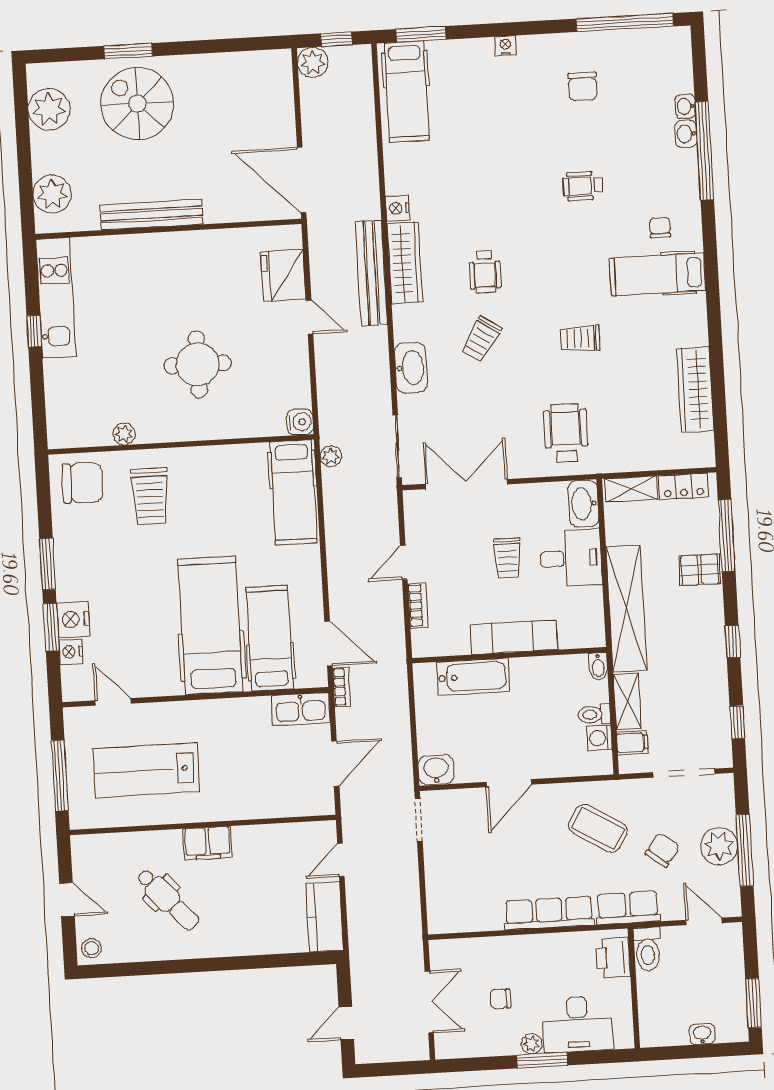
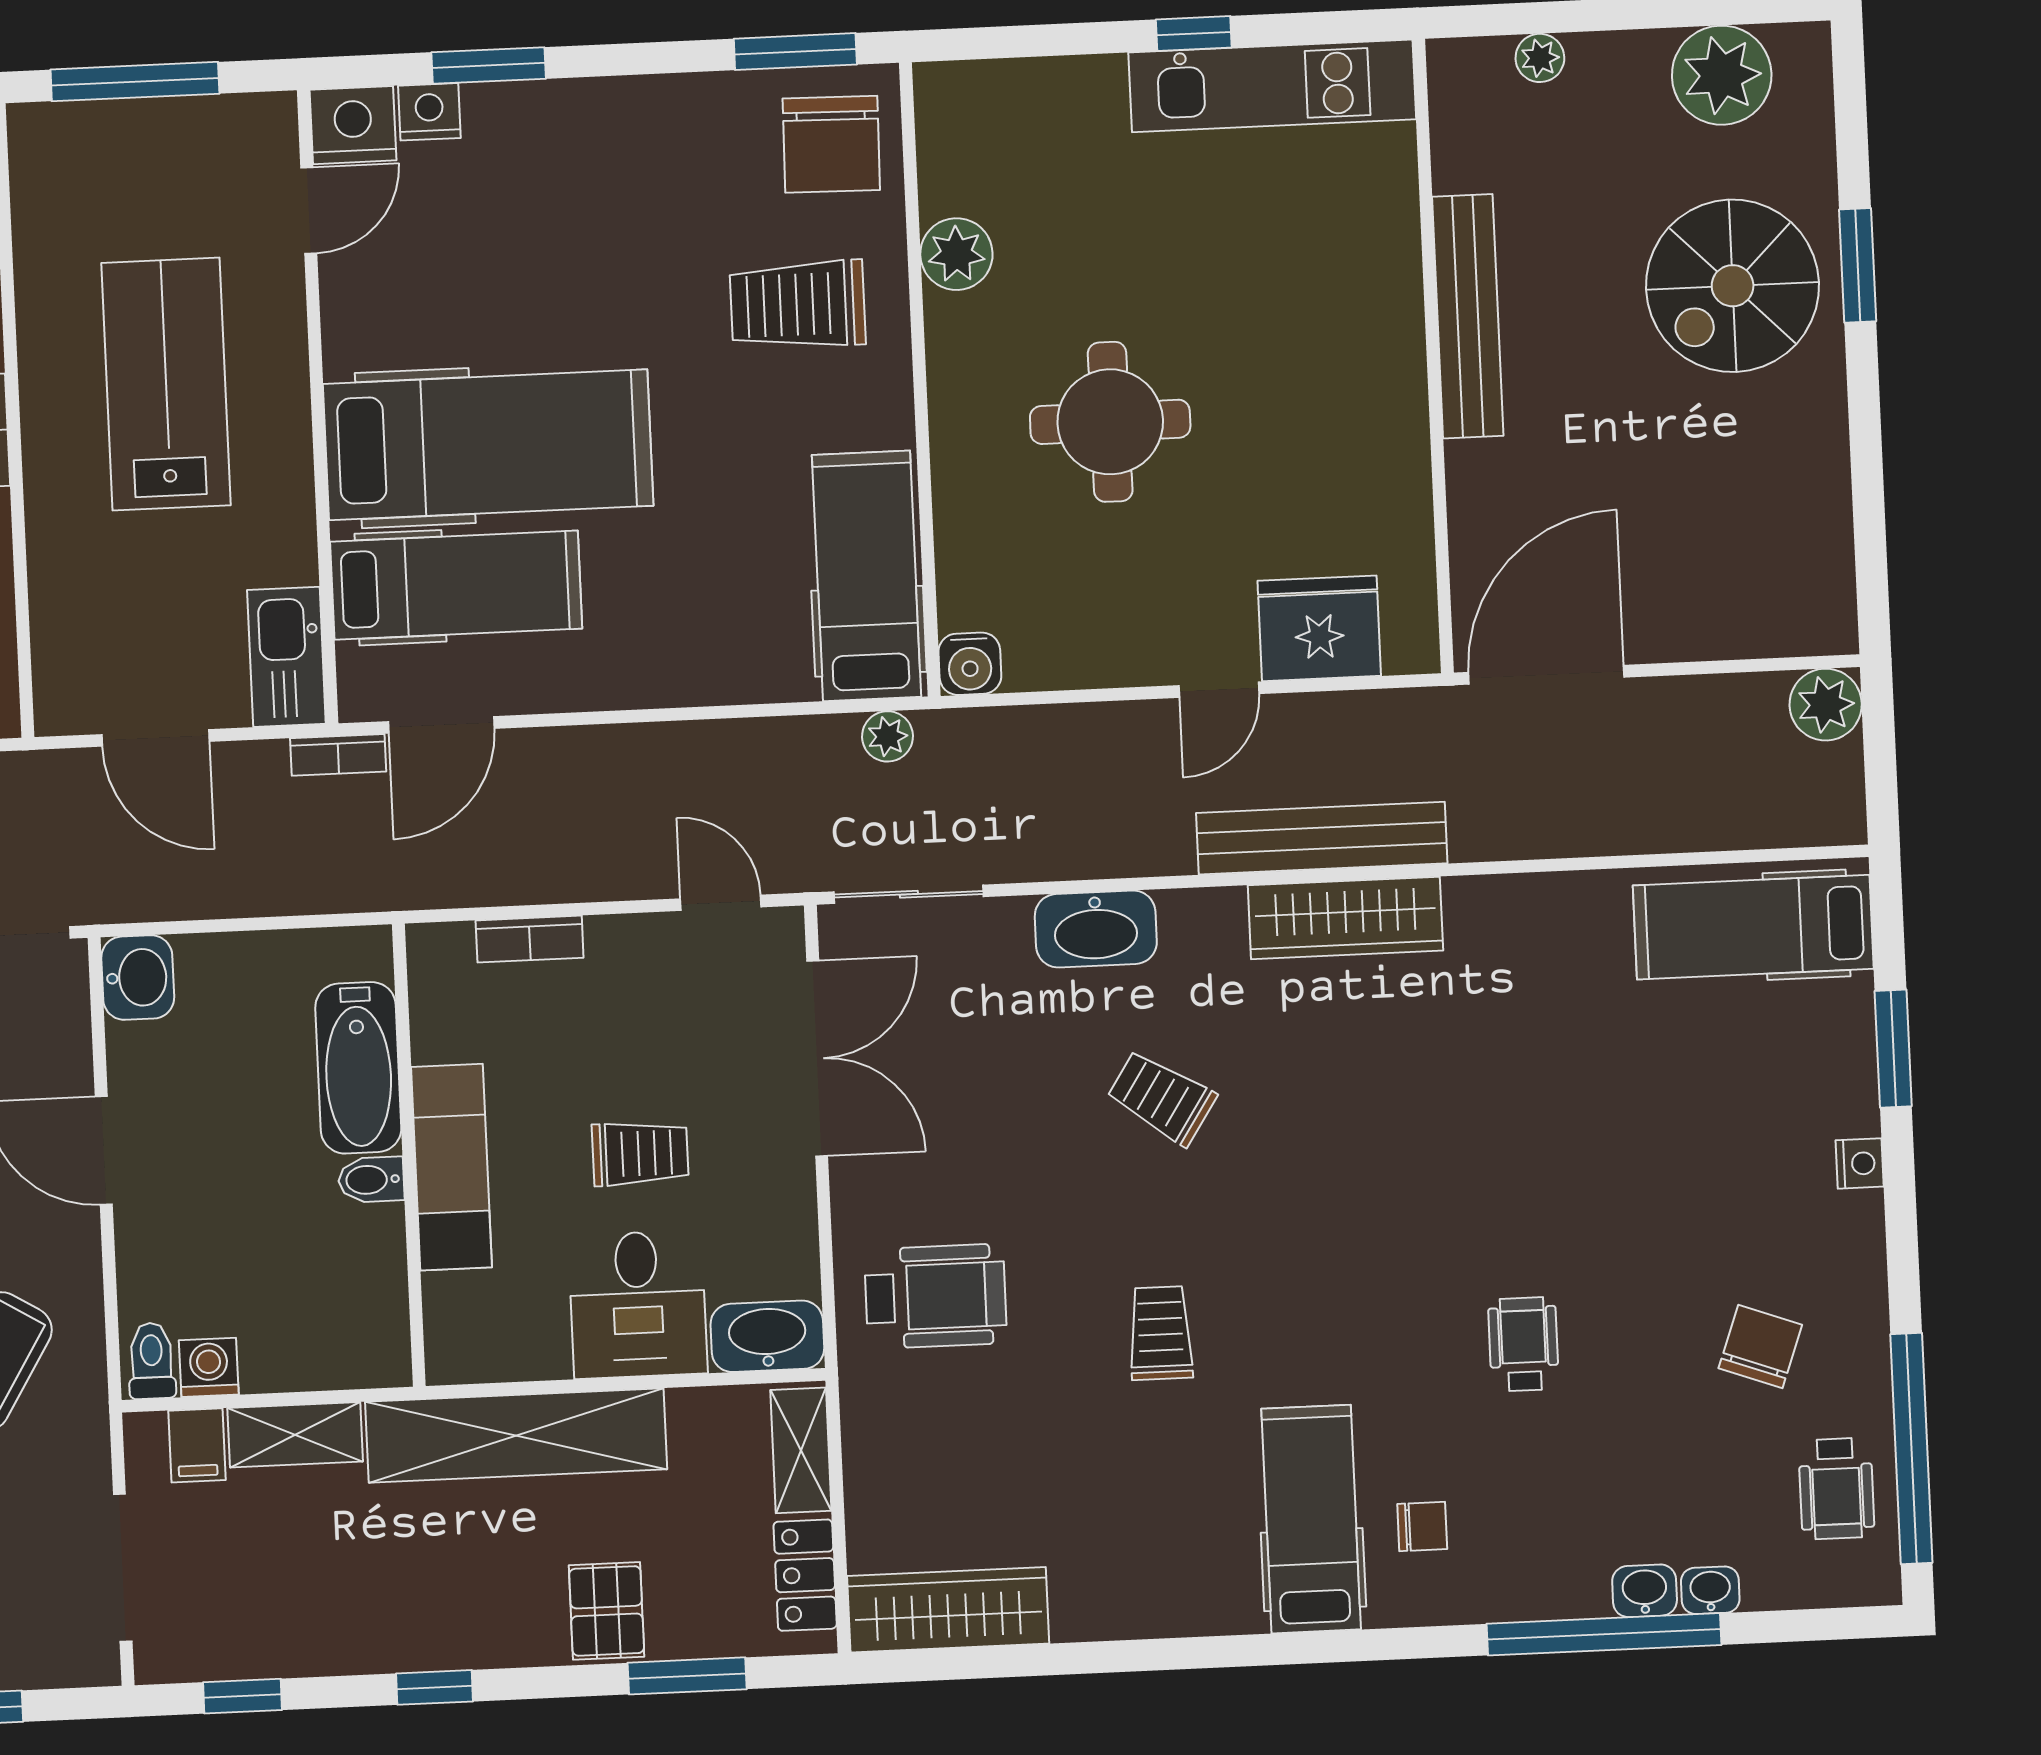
window: (421, 34) -> (1893, 1049), moved
window: (337, 39) -> (1880, 762), removed
chair: (583, 86) -> (1760, 1347), turned 110
spiral stairs: (137, 104) -> (1733, 286), turned 180
plant: (52, 194) -> (1540, 58), width x0.53, depth x0.53
nightstand: (398, 208) -> (1476, 902), removed
wheelchair: (485, 272) -> (1836, 1489), moved, turned -90
wardrobe: (695, 389) -> (948, 1610), moved
plant: (124, 434) -> (956, 254), width x1.38, depth x1.38
hospital bed: (294, 493) -> (867, 576), moved, turned 90
window: (727, 536) -> (687, 1676), width x0.69
trolley: (507, 558) -> (640, 1153), turned 180
door: (404, 562) -> (721, 903), moved
window: (48, 564) -> (795, 52), moved
nightstand: (73, 619) -> (353, 125), moved
bidet: (598, 666) -> (371, 1180), moved
toilet: (594, 714) -> (152, 1361), moved
lab bench: (146, 770) -> (166, 384), moved

